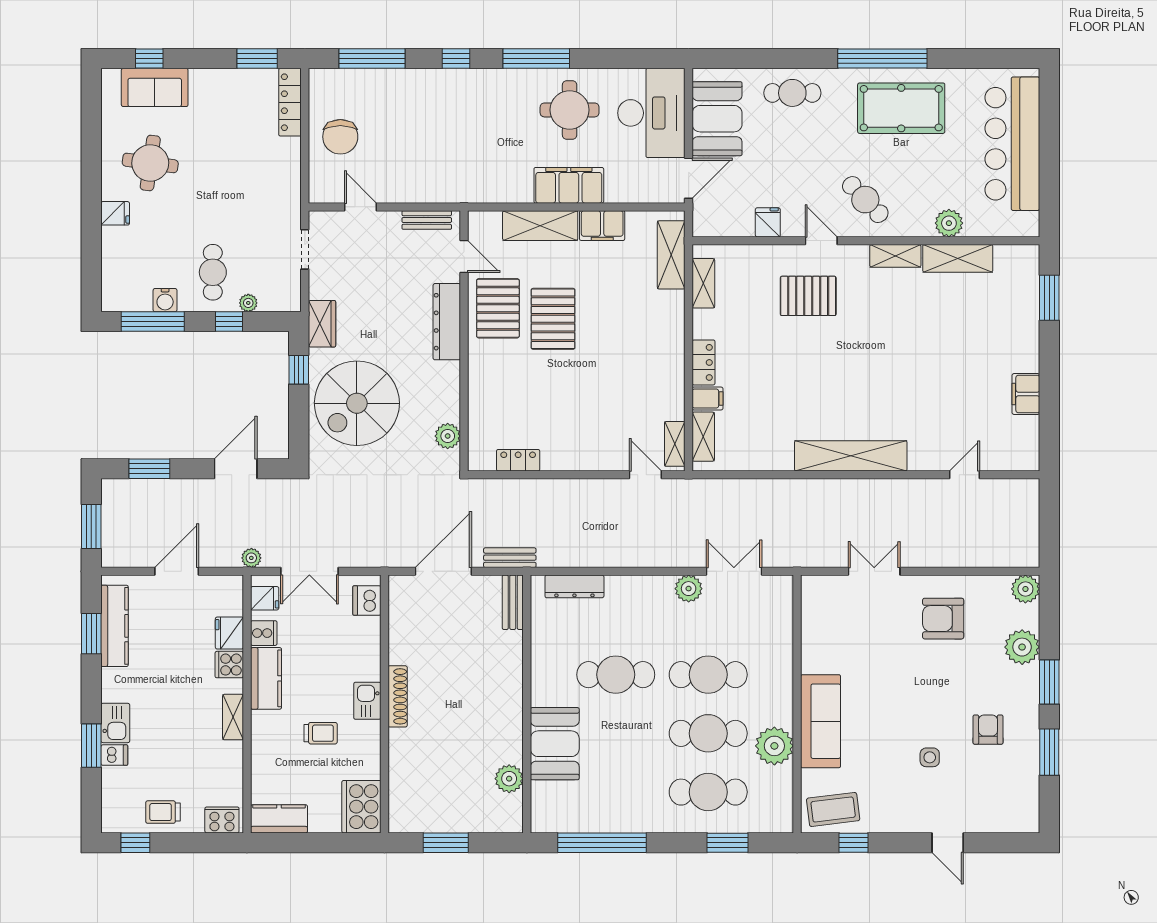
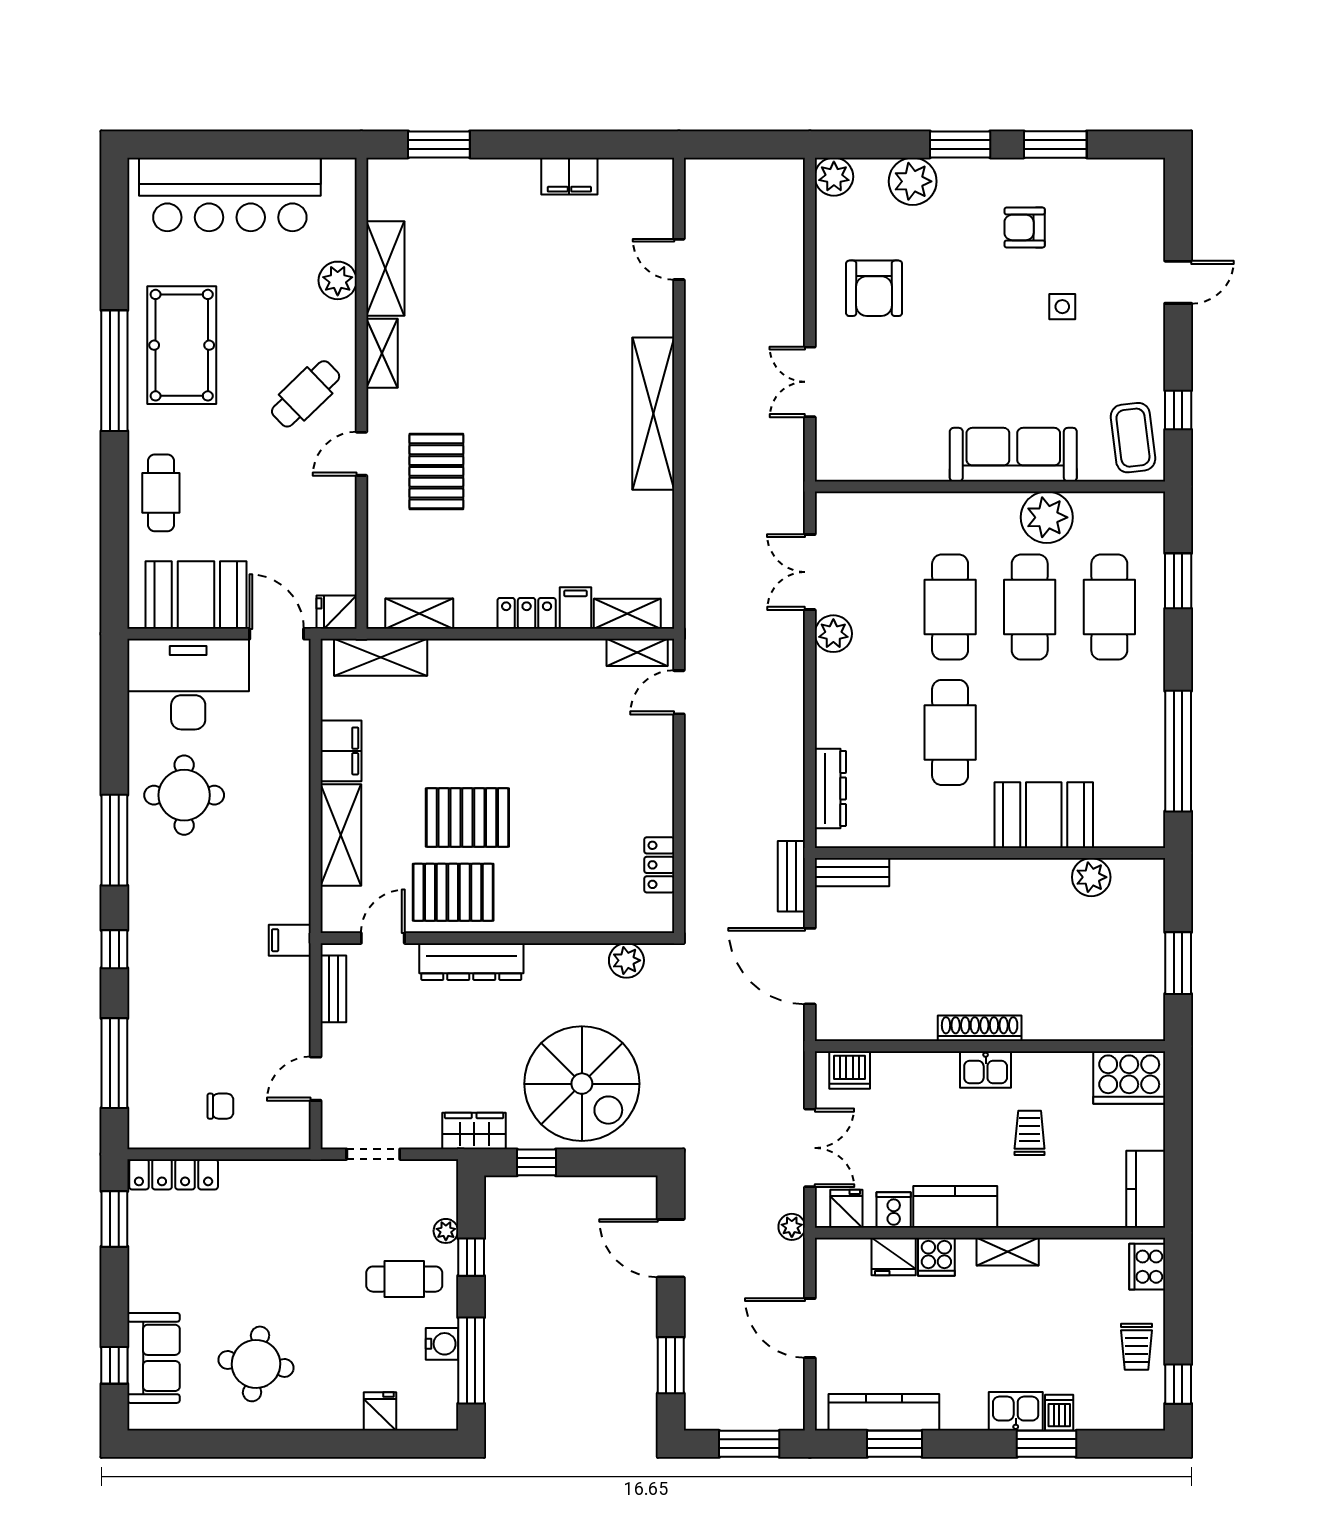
chair: (340, 137) -> (220, 1106), width x0.54, depth x0.54
filing cabinet: (569, 185) -> (290, 940), moved, width x0.33, depth x0.86
fridge: (115, 213) -> (380, 1411), moved
fridge: (768, 222) -> (337, 612), moved

